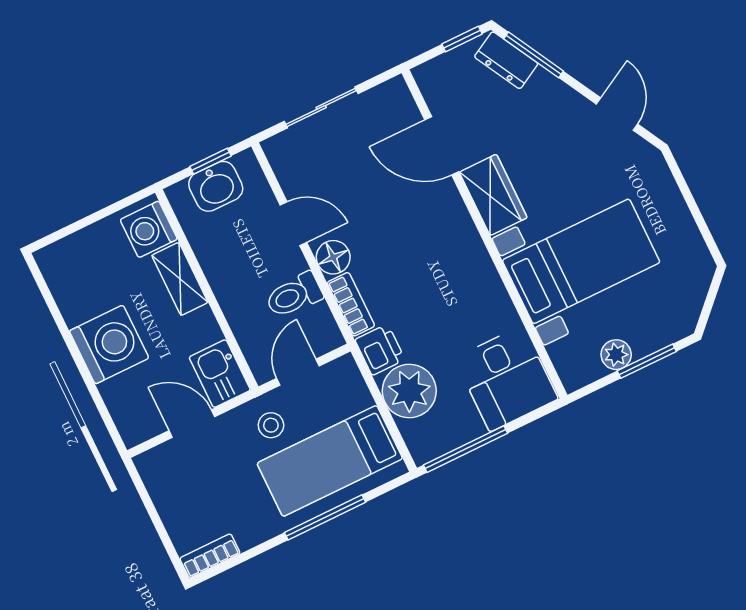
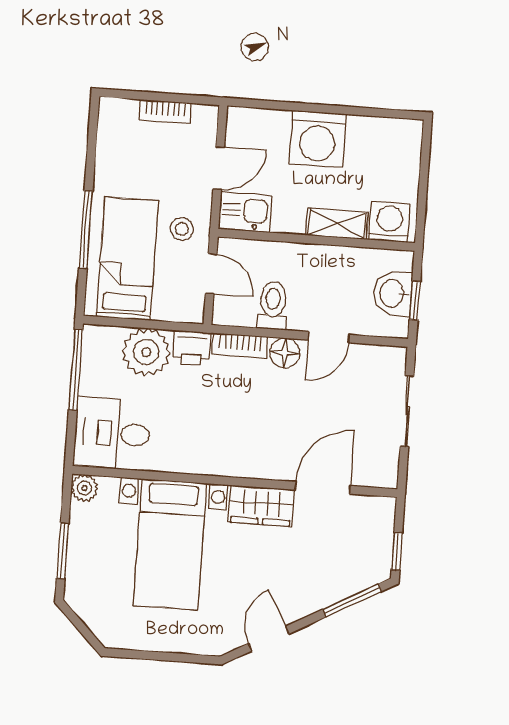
dresser: (506, 60) -> (360, 577), removed
door: (617, 114) -> (269, 639), swing flipped
plant: (616, 355) -> (84, 488), moved
bookcase: (210, 556) -> (165, 111), moved, turned 90

